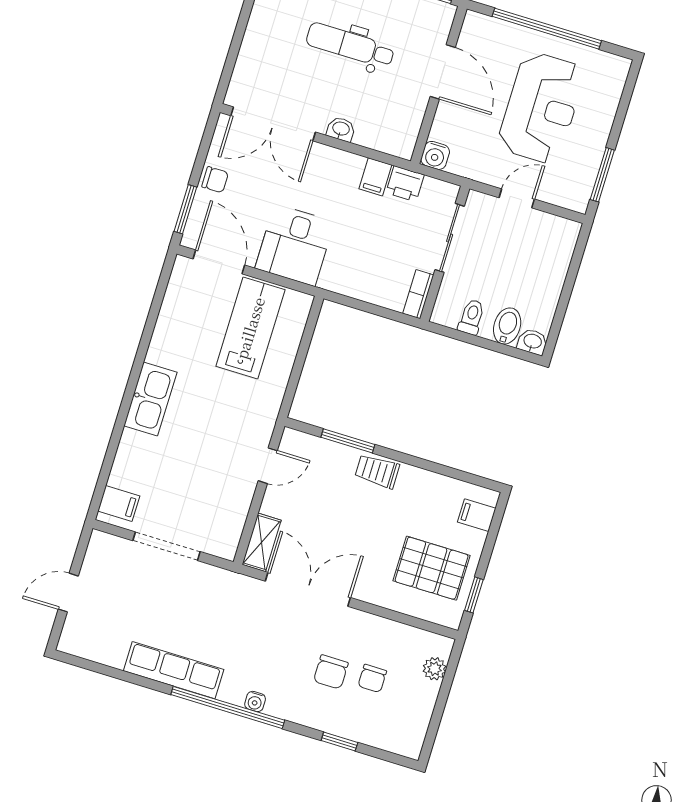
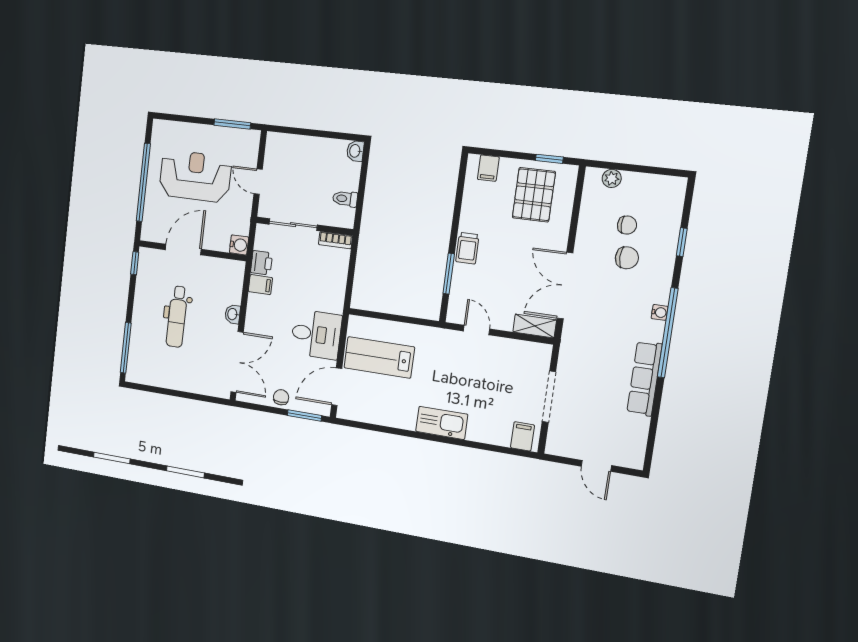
bidet: (507, 326) -> (347, 172), removed

